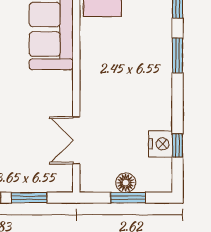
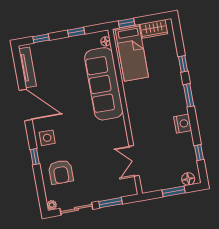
nightstand: (161, 144) -> (183, 124), moved
floor lamp: (126, 183) -> (188, 179), moved

